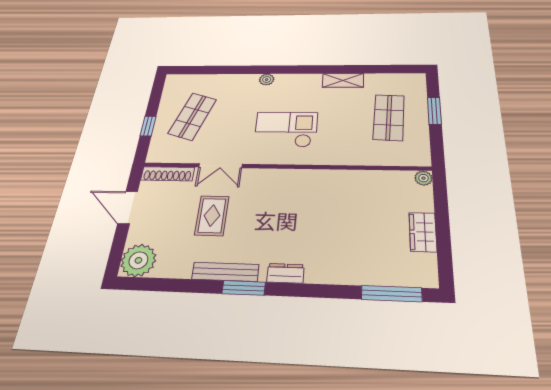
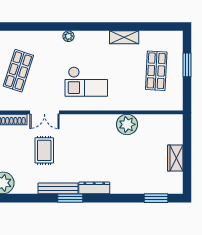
checkout: (286, 129) -> (86, 82), turned 180
plant: (423, 178) -> (127, 124), moved, width x1.87, depth x1.87
dresser: (285, 273) -> (94, 188), width x1.44
window: (392, 294) -> (156, 198), width x0.69

